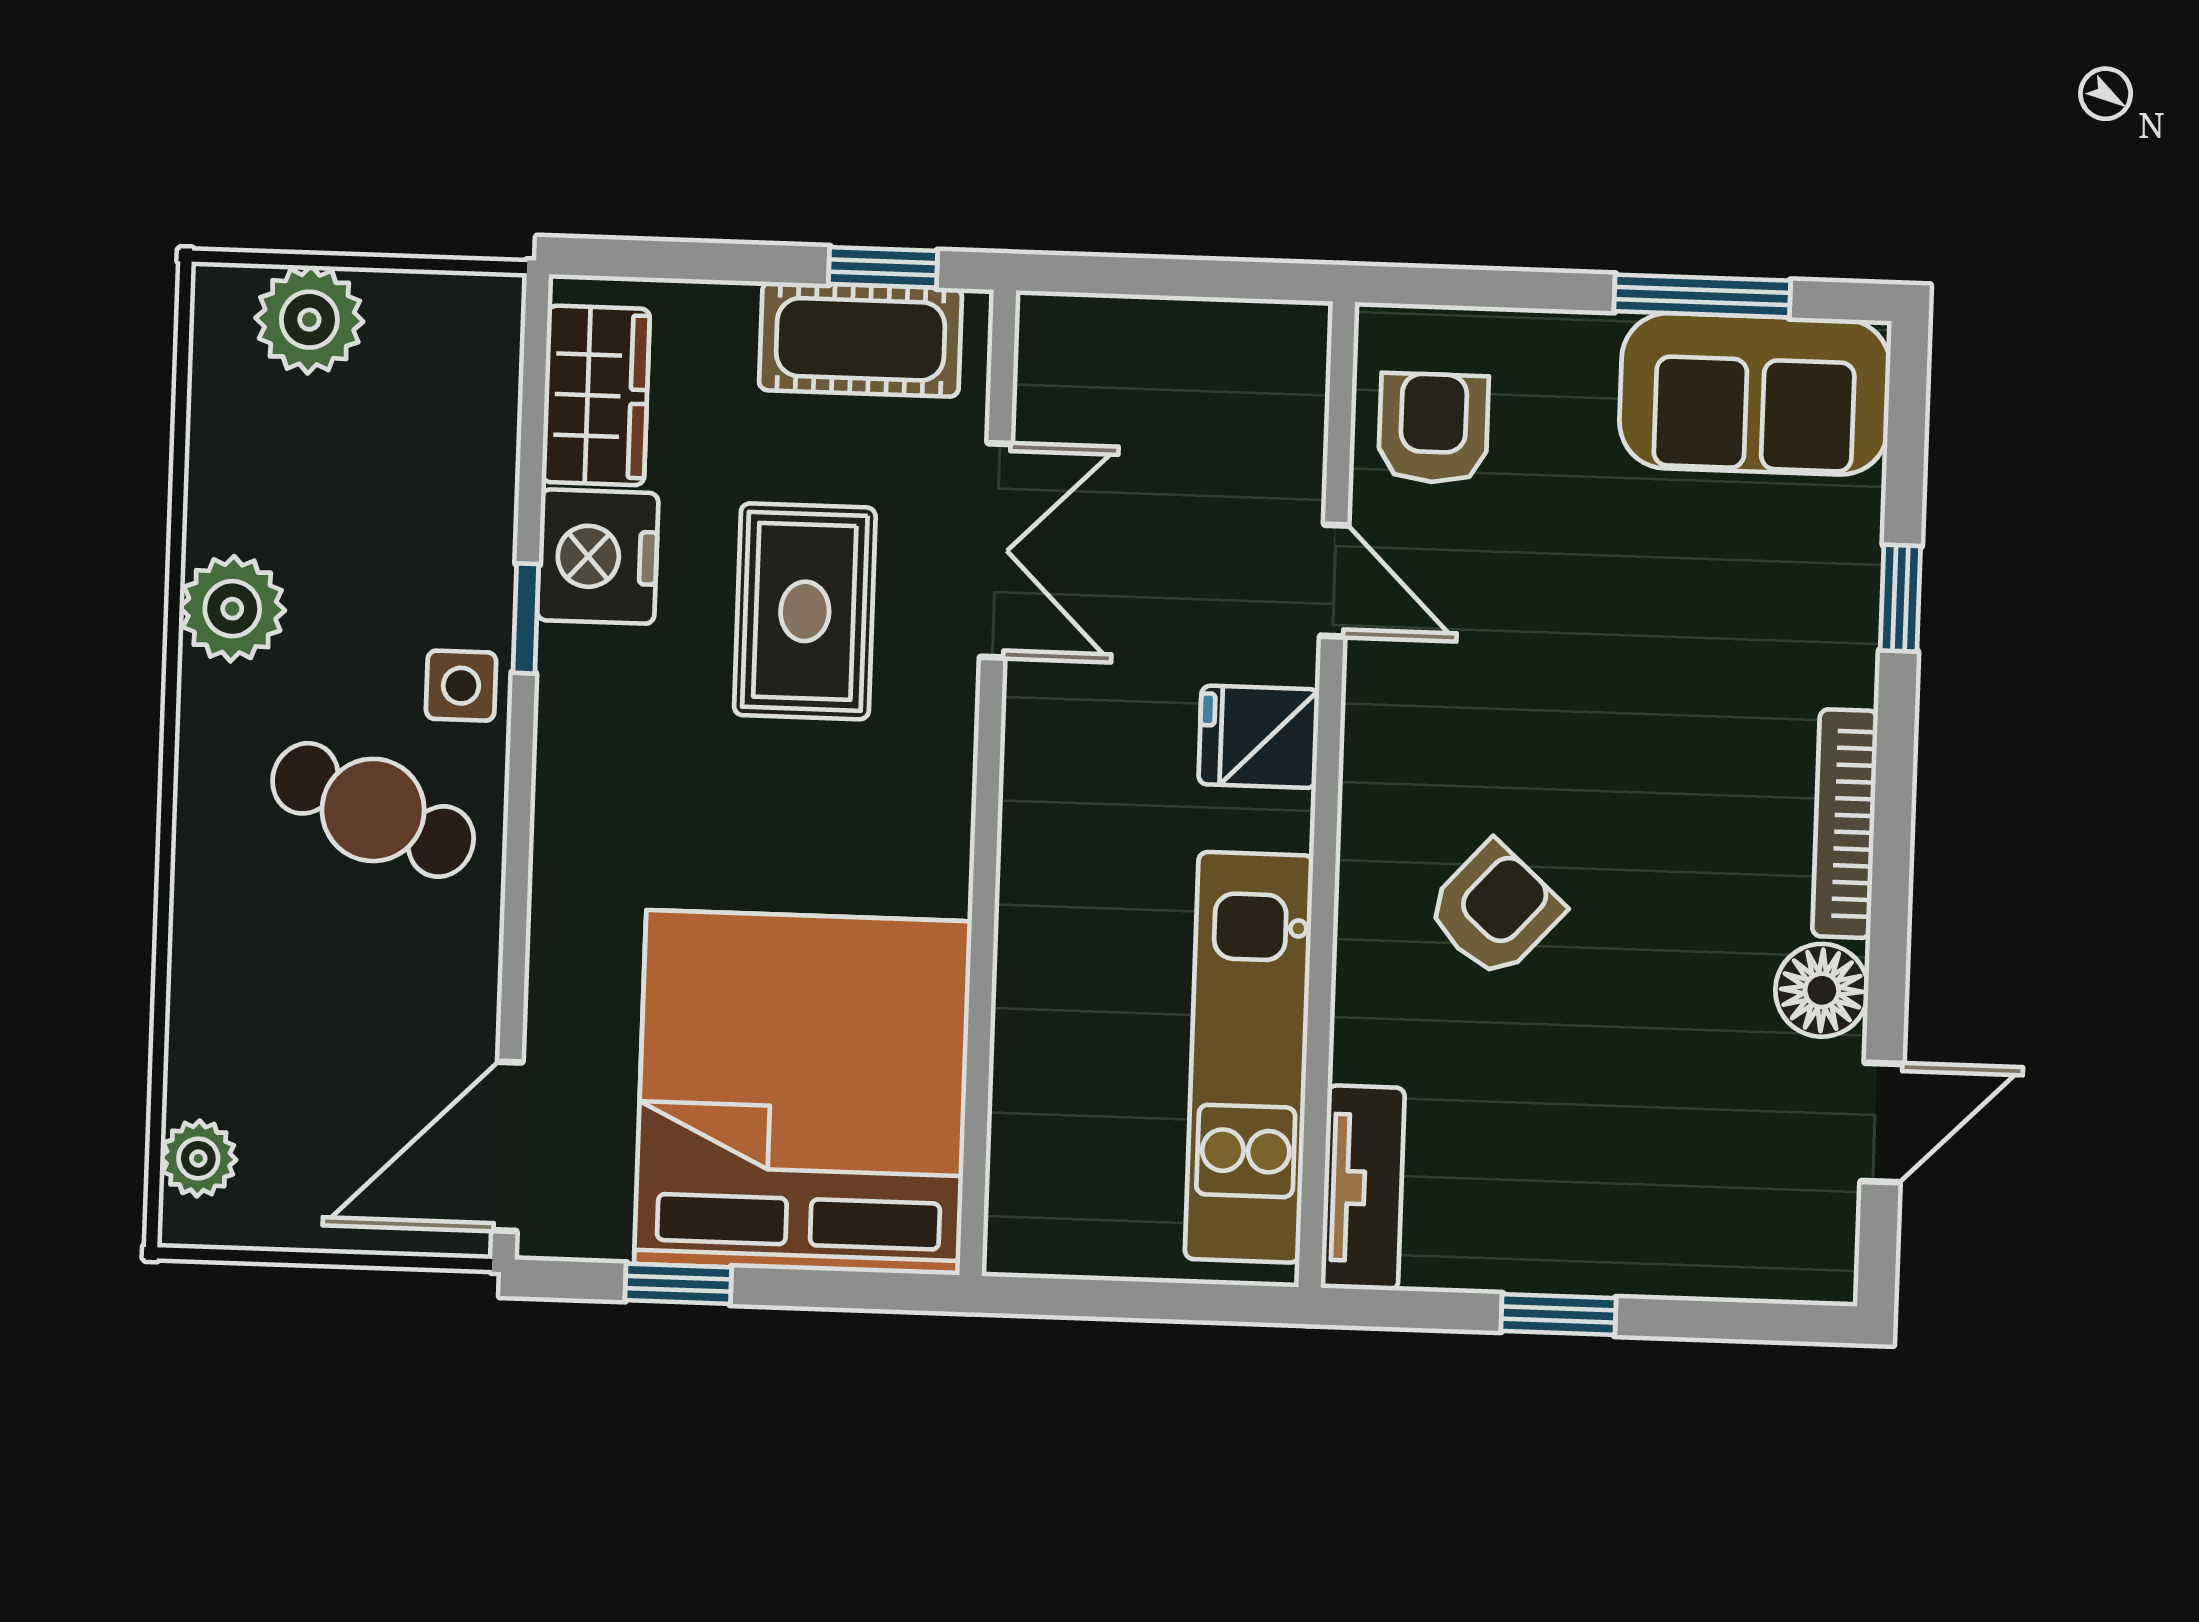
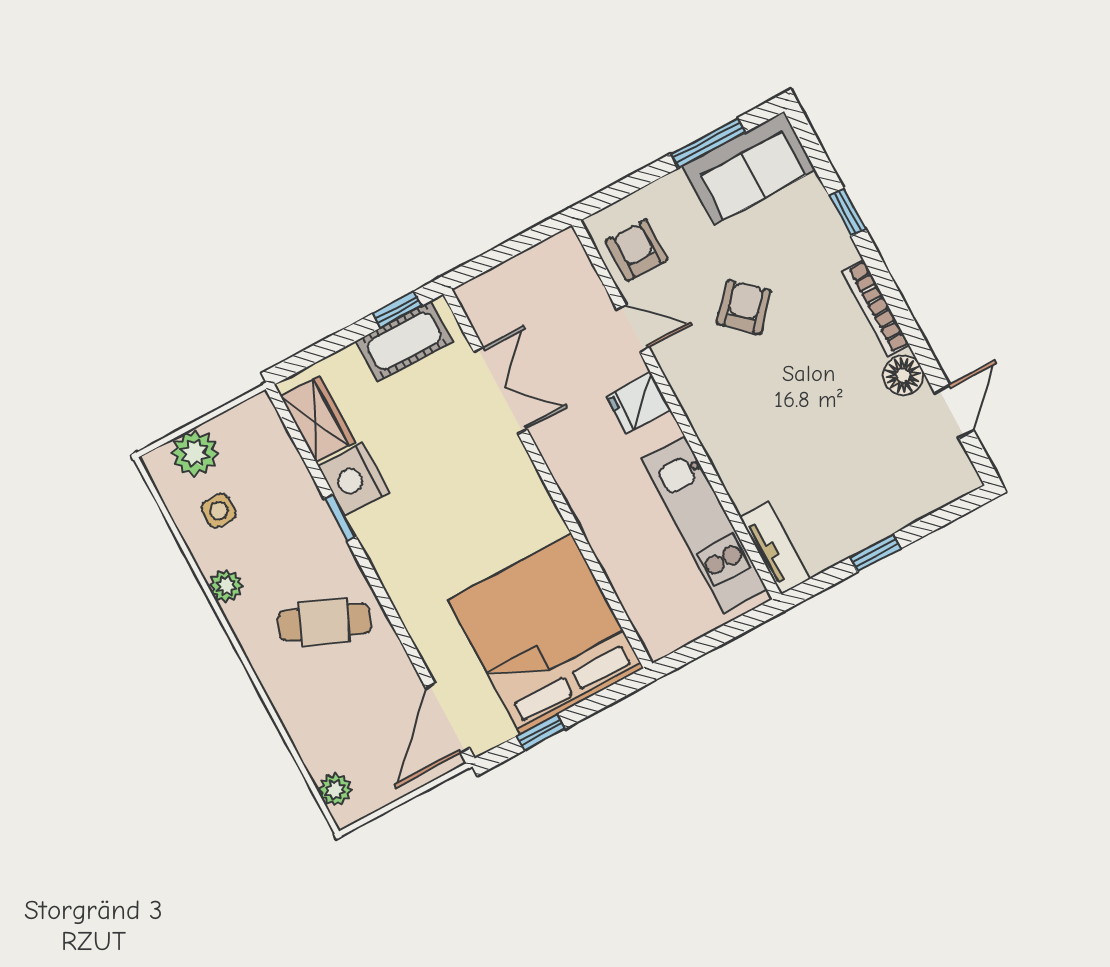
plant: (232, 609) -> (226, 586), width x0.73, depth x0.73
rug: (805, 611) -> (442, 455), removed
side table: (461, 686) -> (219, 511), moved
armchair: (1494, 910) -> (744, 307), moved

